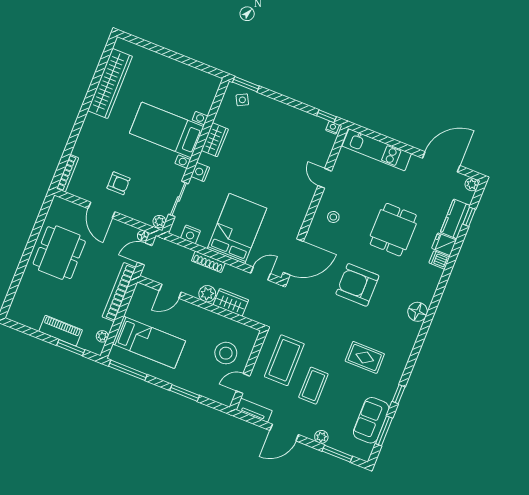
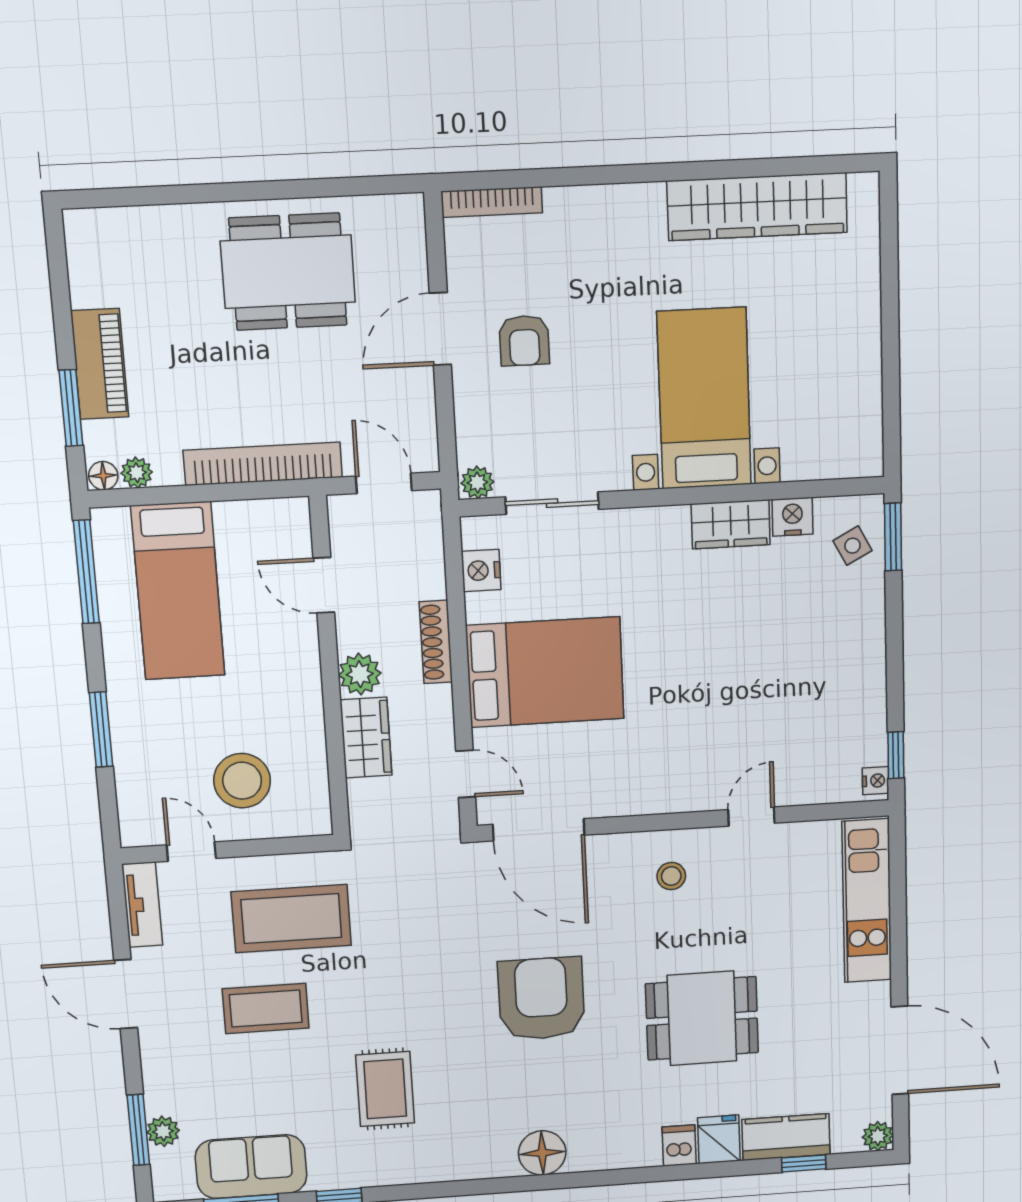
nightstand: (200, 172) -> (792, 517), moved
floor lamp: (143, 236) -> (103, 476), moved
plant: (321, 437) -> (163, 1131), moved

